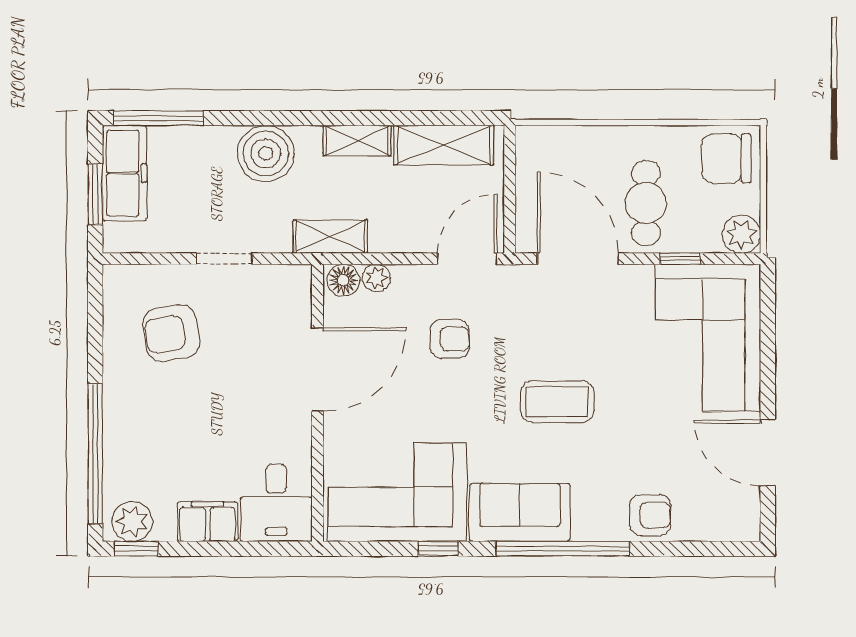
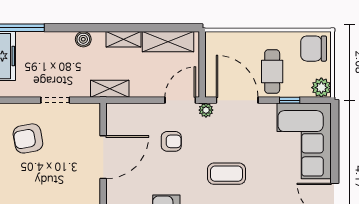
boiler: (266, 153) -> (83, 39), width x0.54, depth x0.54
plant: (376, 278) -> (206, 110), moved
floor lamp: (343, 280) -> (116, 111), removed

